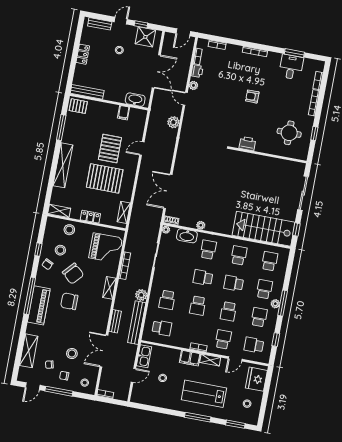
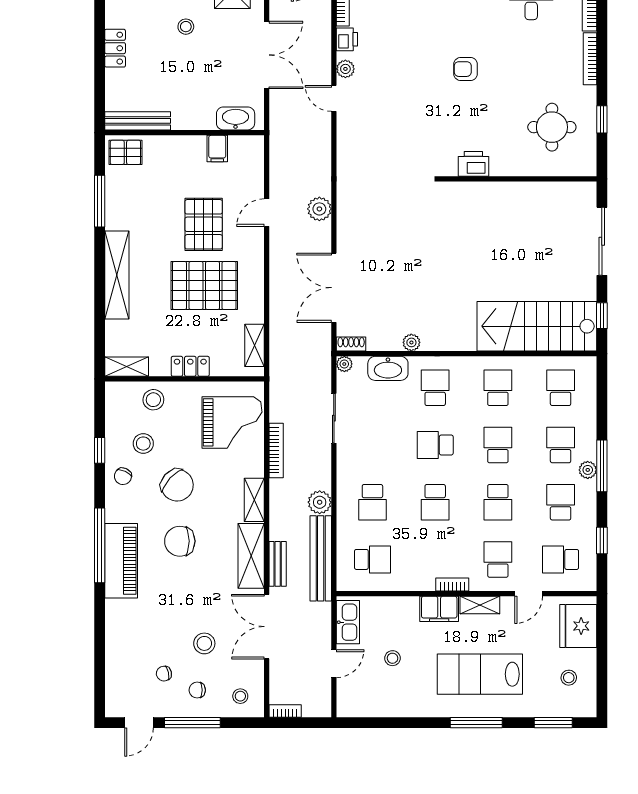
plant: (173, 122) -> (319, 209), moved
school desk: (234, 283) -> (498, 445), turned 90
shelving: (29, 351) -> (251, 556), moved

